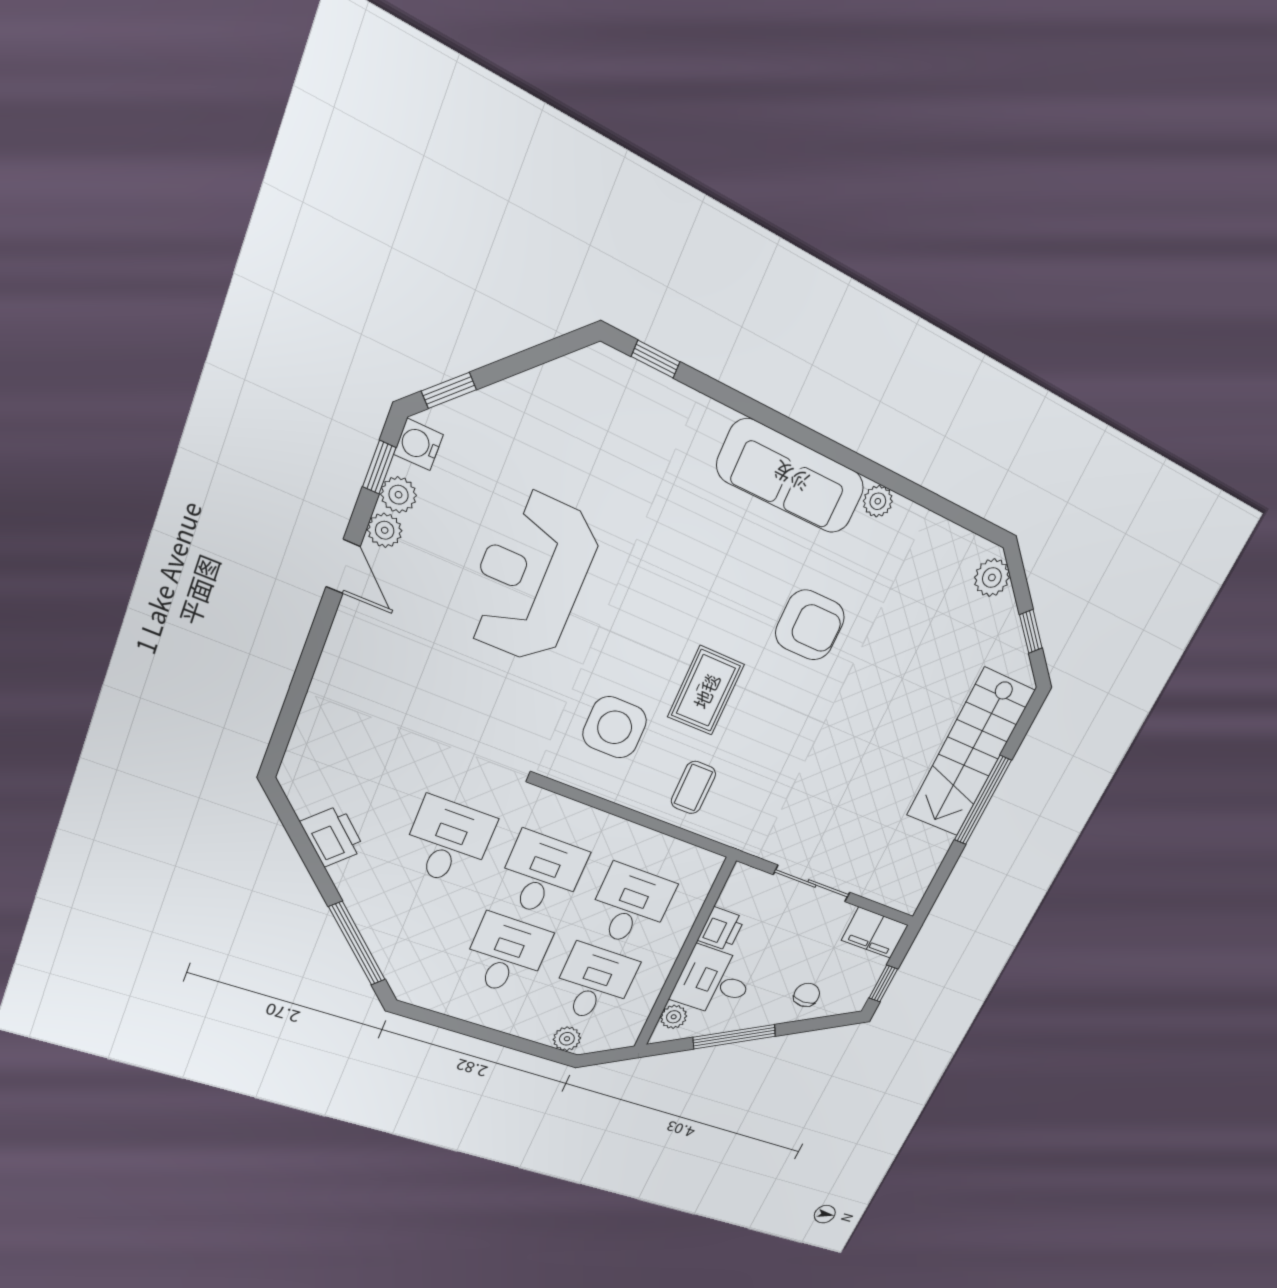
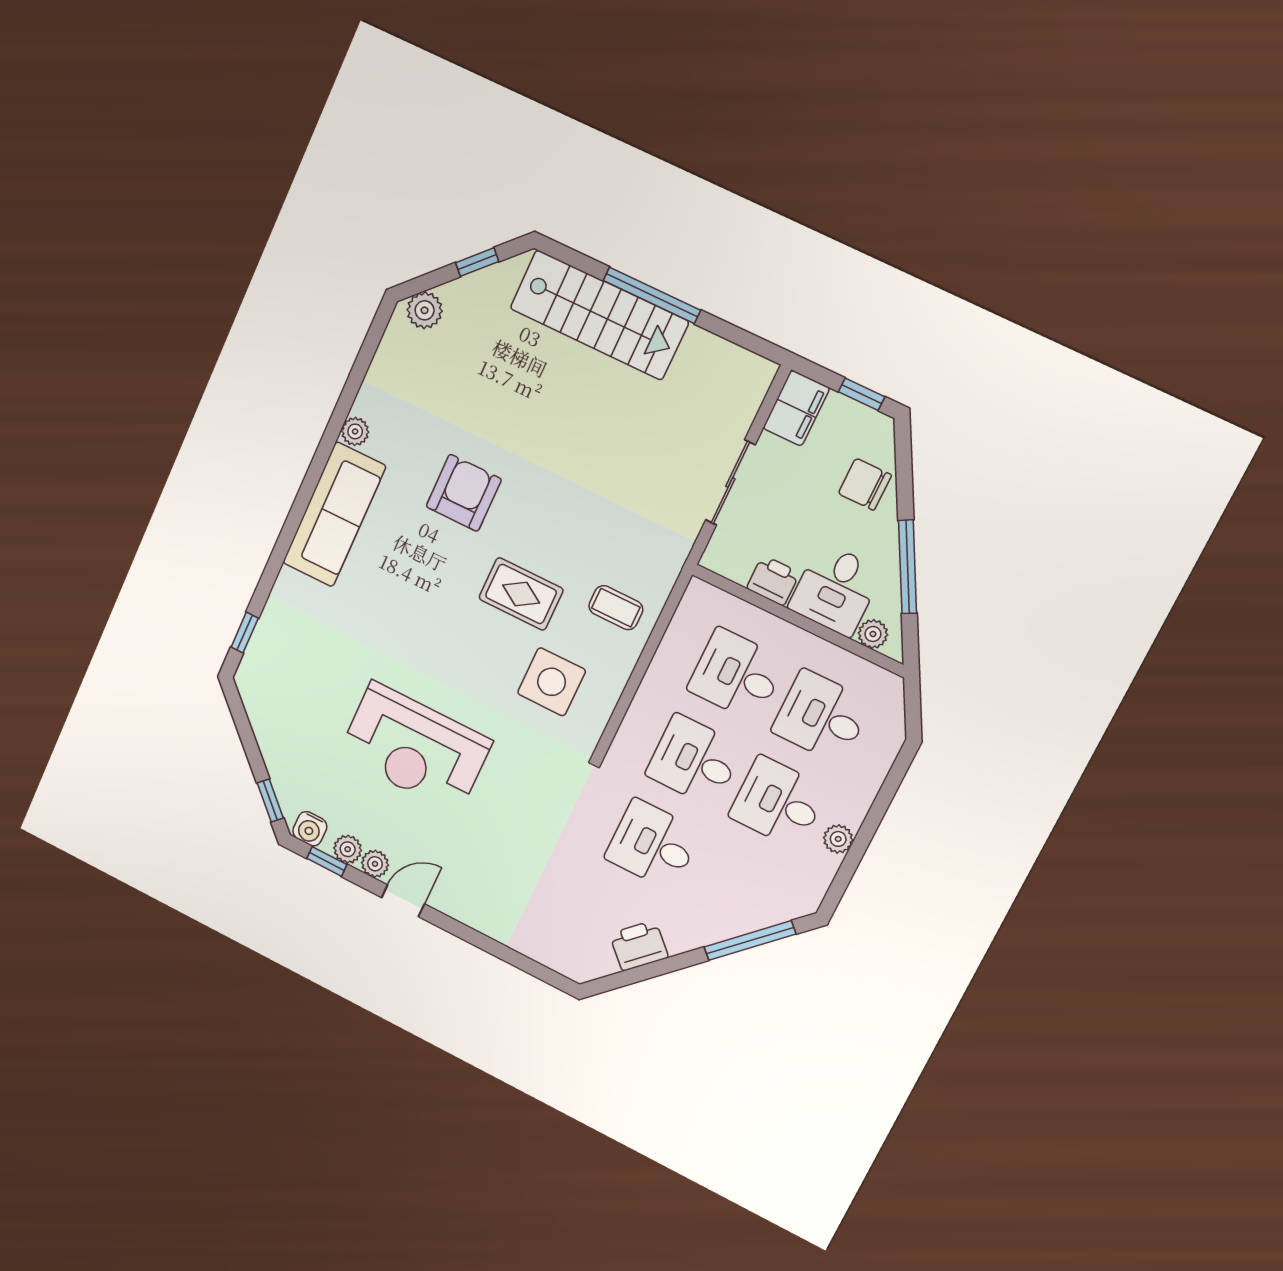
chair: (807, 995) -> (865, 484), width x1.37, depth x1.37
plant: (567, 1039) -> (838, 839), moved

